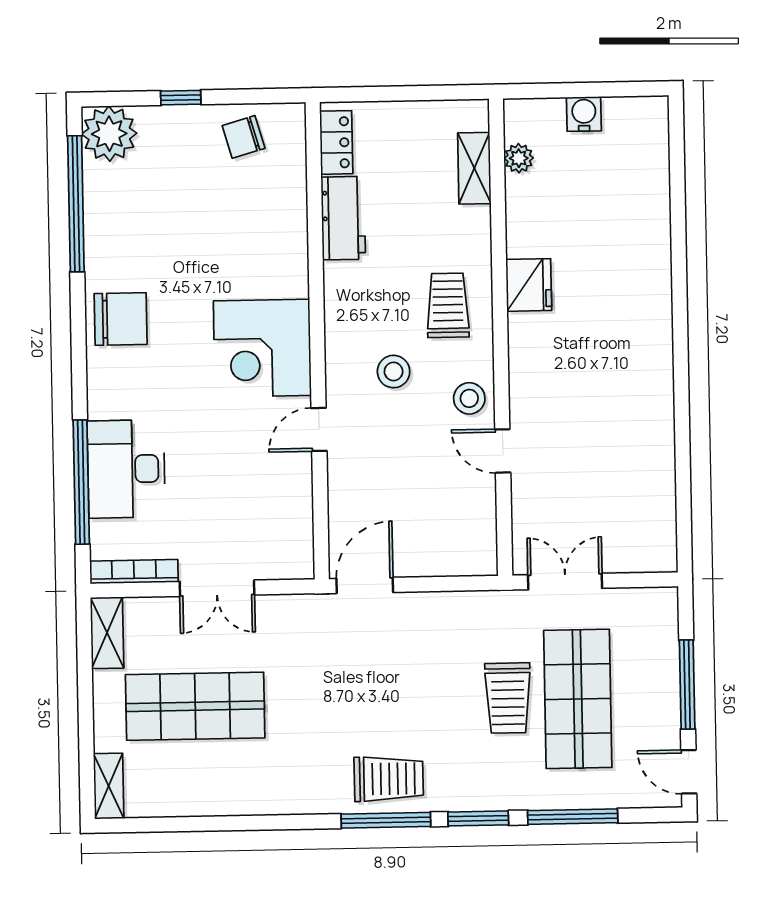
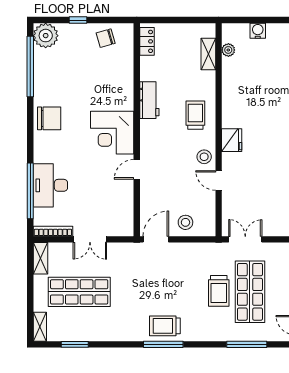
workbench: (343, 218) -> (149, 100), moved
fridge: (529, 285) -> (232, 140), moved
stool: (394, 372) -> (185, 222), moved
trolley: (389, 779) -> (165, 326), turned 180
window: (478, 818) -> (75, 344), moved

